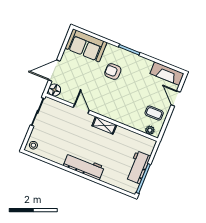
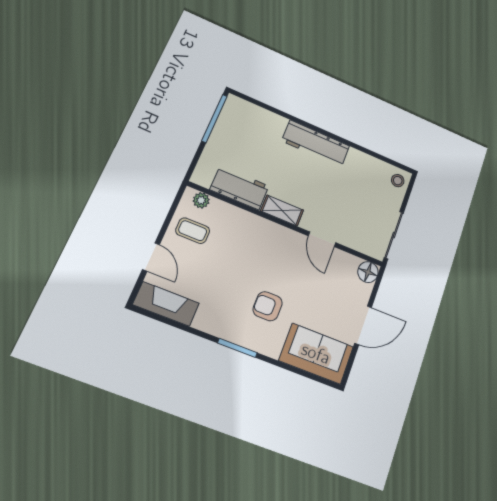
door: (54, 71) -> (363, 325), moved
armchair: (113, 72) -> (268, 306), turned 180
workbench: (138, 167) -> (240, 188), moved, turned -90

